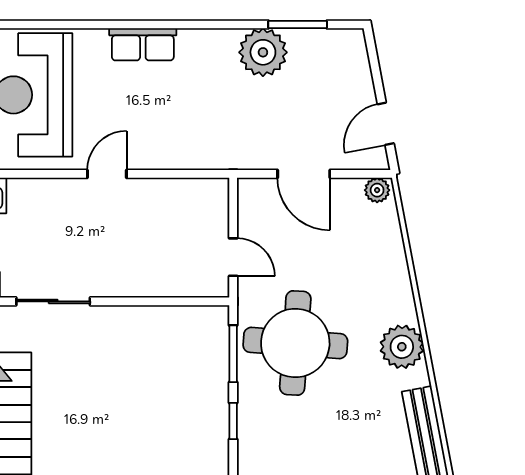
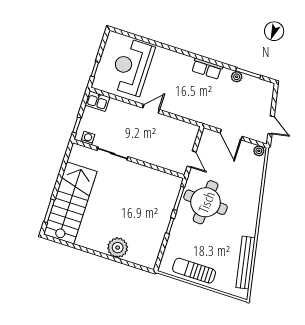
row of seats: (143, 44) -> (207, 69), moved
plant: (263, 52) -> (237, 77), width x0.53, depth x0.53
door: (386, 124) -> (271, 125), swing flipped
plant: (402, 347) -> (248, 218), removed

